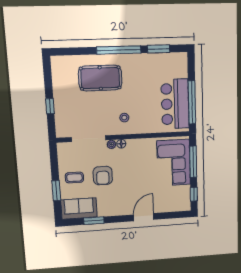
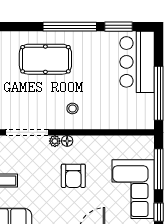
bar counter: (175, 104) -> (137, 62), moved
corner sofa: (174, 163) -> (133, 189), moved
armchair: (103, 176) -> (73, 176), moved

